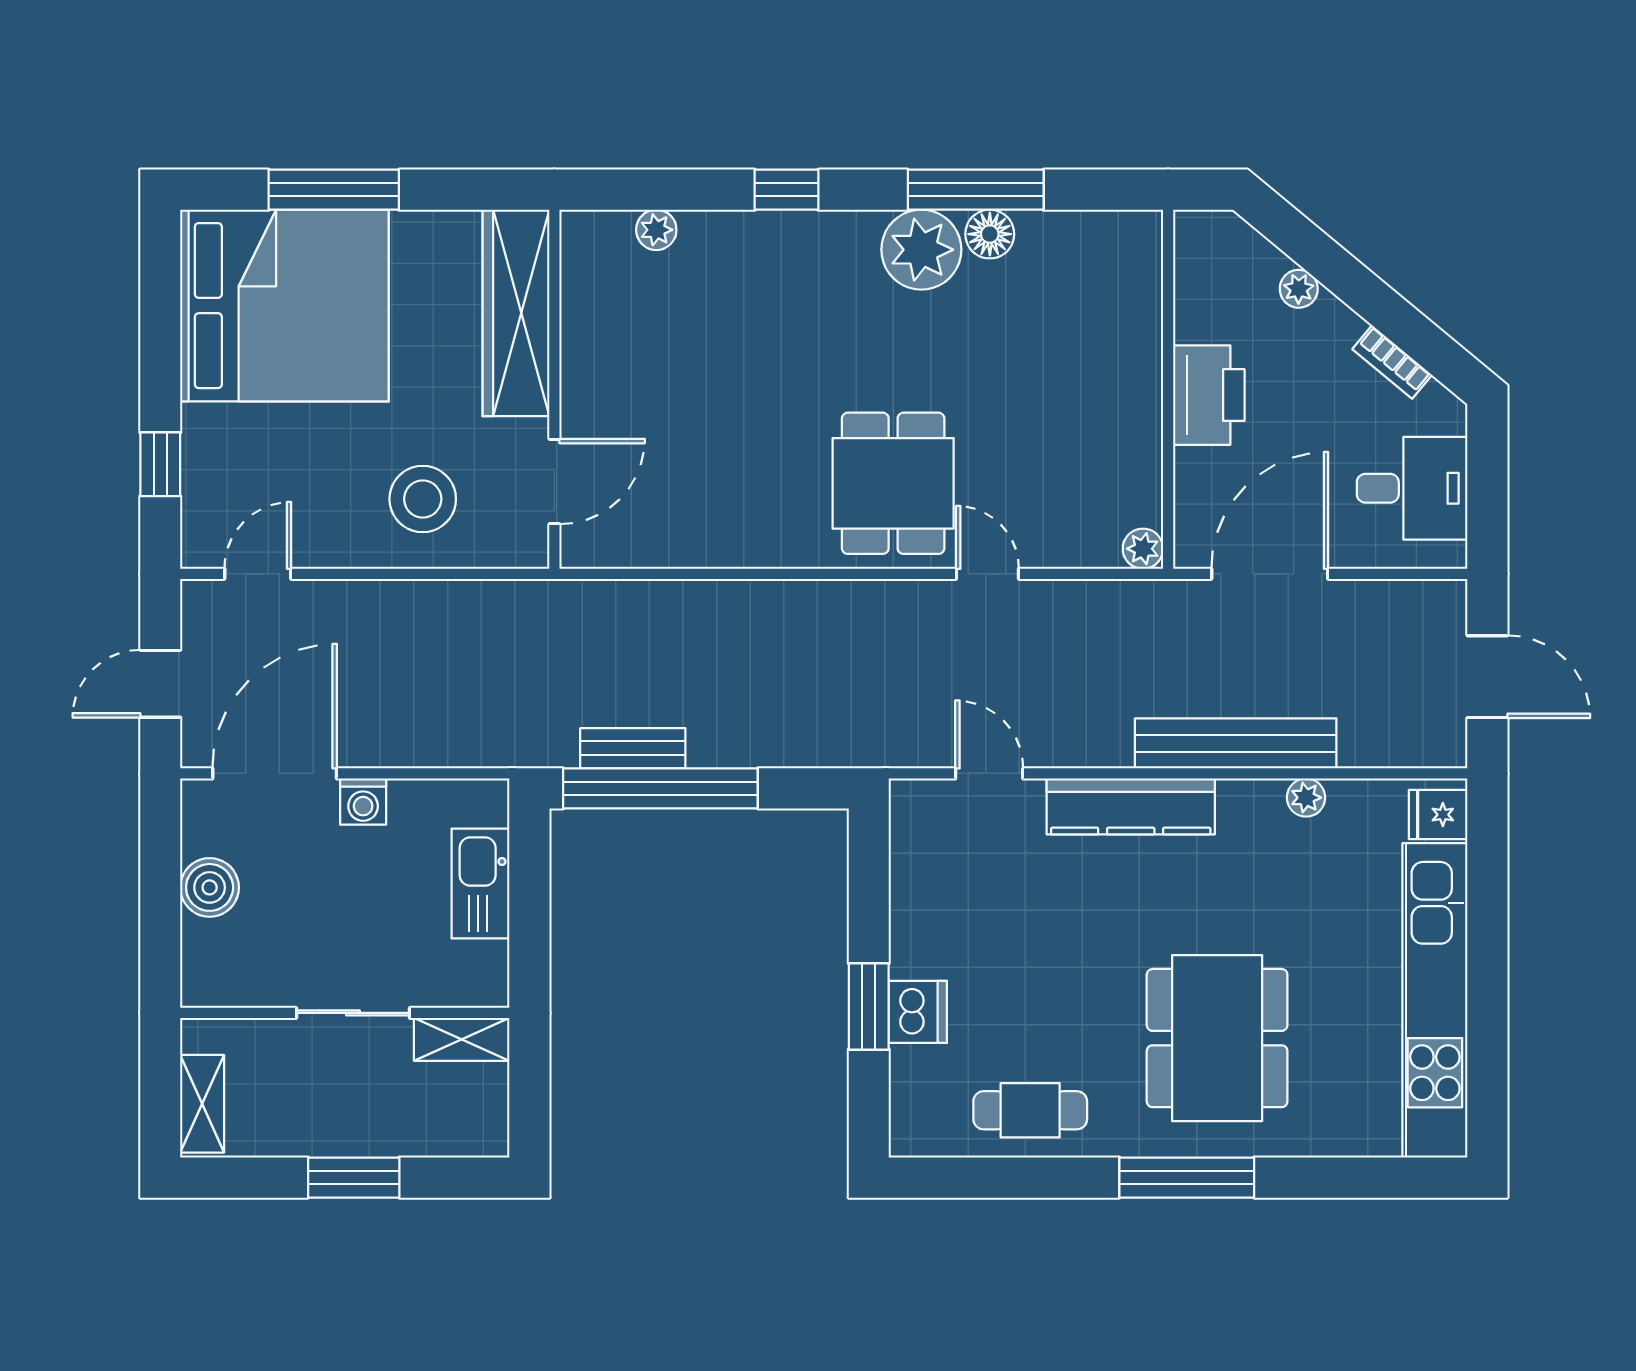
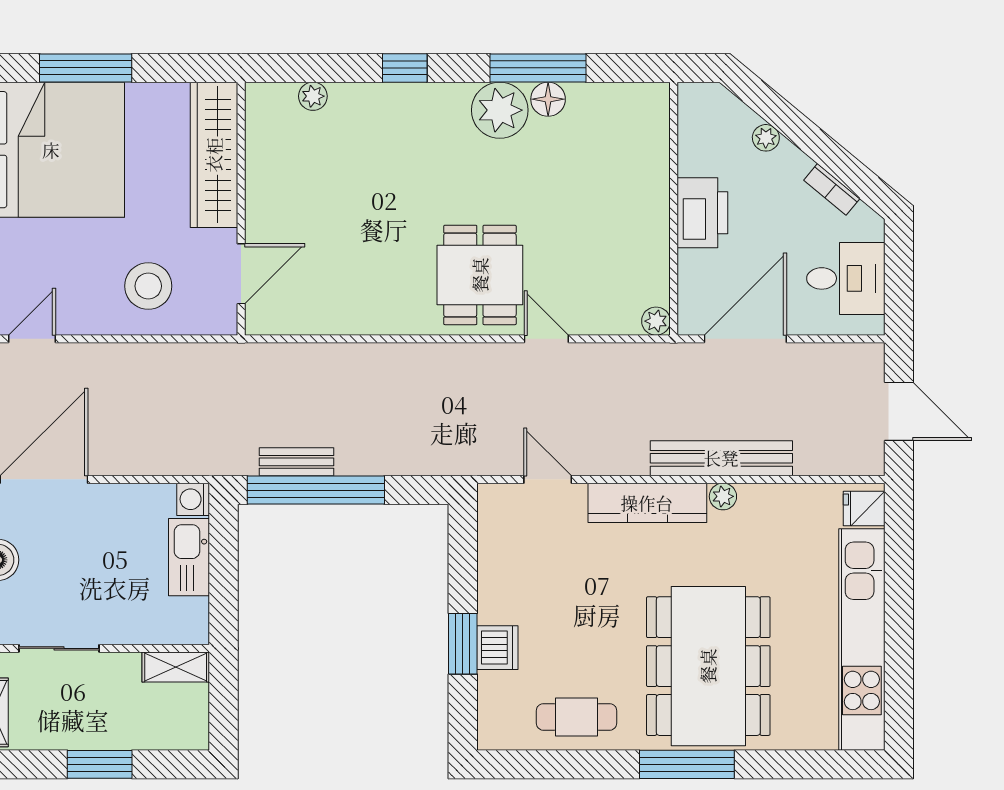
plant: (1306, 798) -> (723, 496), moved
washing machine: (363, 801) -> (193, 499), moved, turned 90
sliding door: (353, 1013) -> (59, 648), moved
dining table: (1217, 1038) -> (708, 666), width x1.36, depth x1.24

